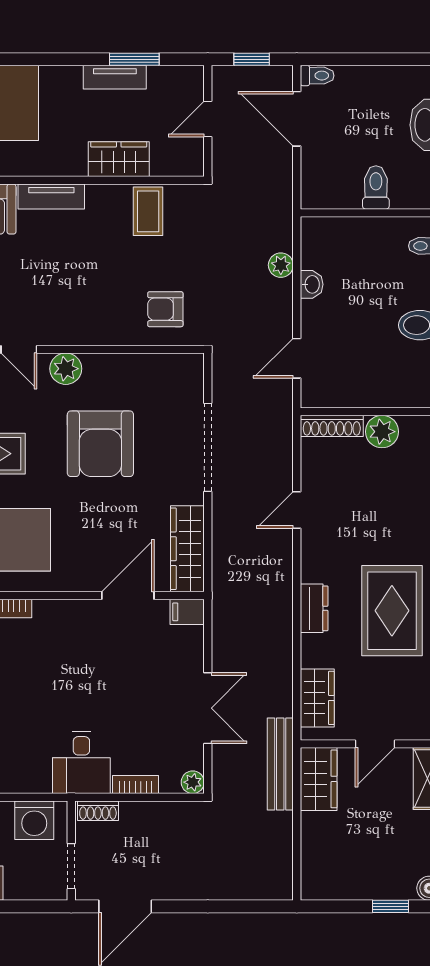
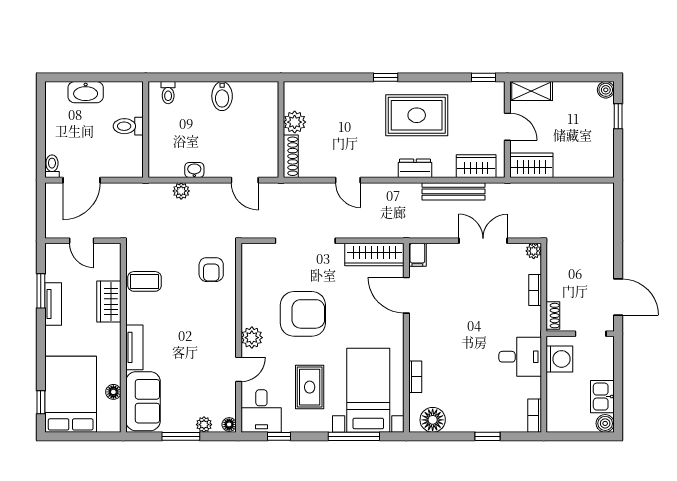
window: (252, 59) -> (41, 211), removed
desk: (81, 763) -> (520, 357), moved
bench: (280, 764) -> (454, 191), moved

